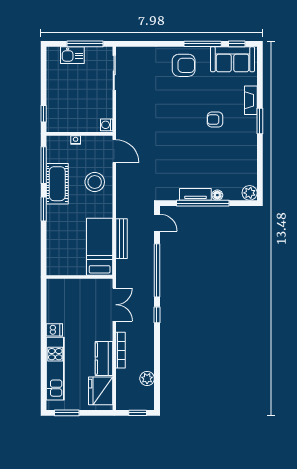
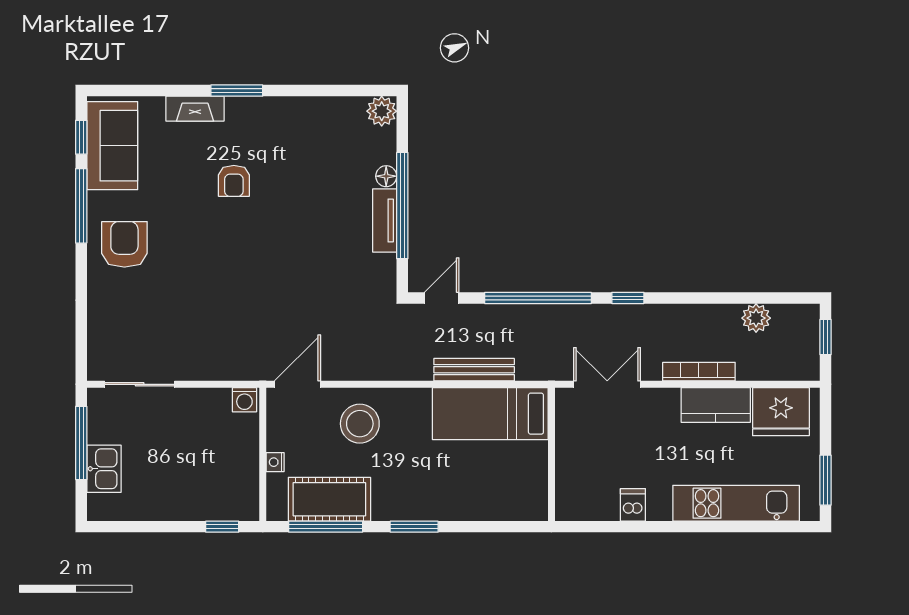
cot: (57, 184) -> (329, 499), moved
dishwasher: (54, 330) -> (633, 505), moved

